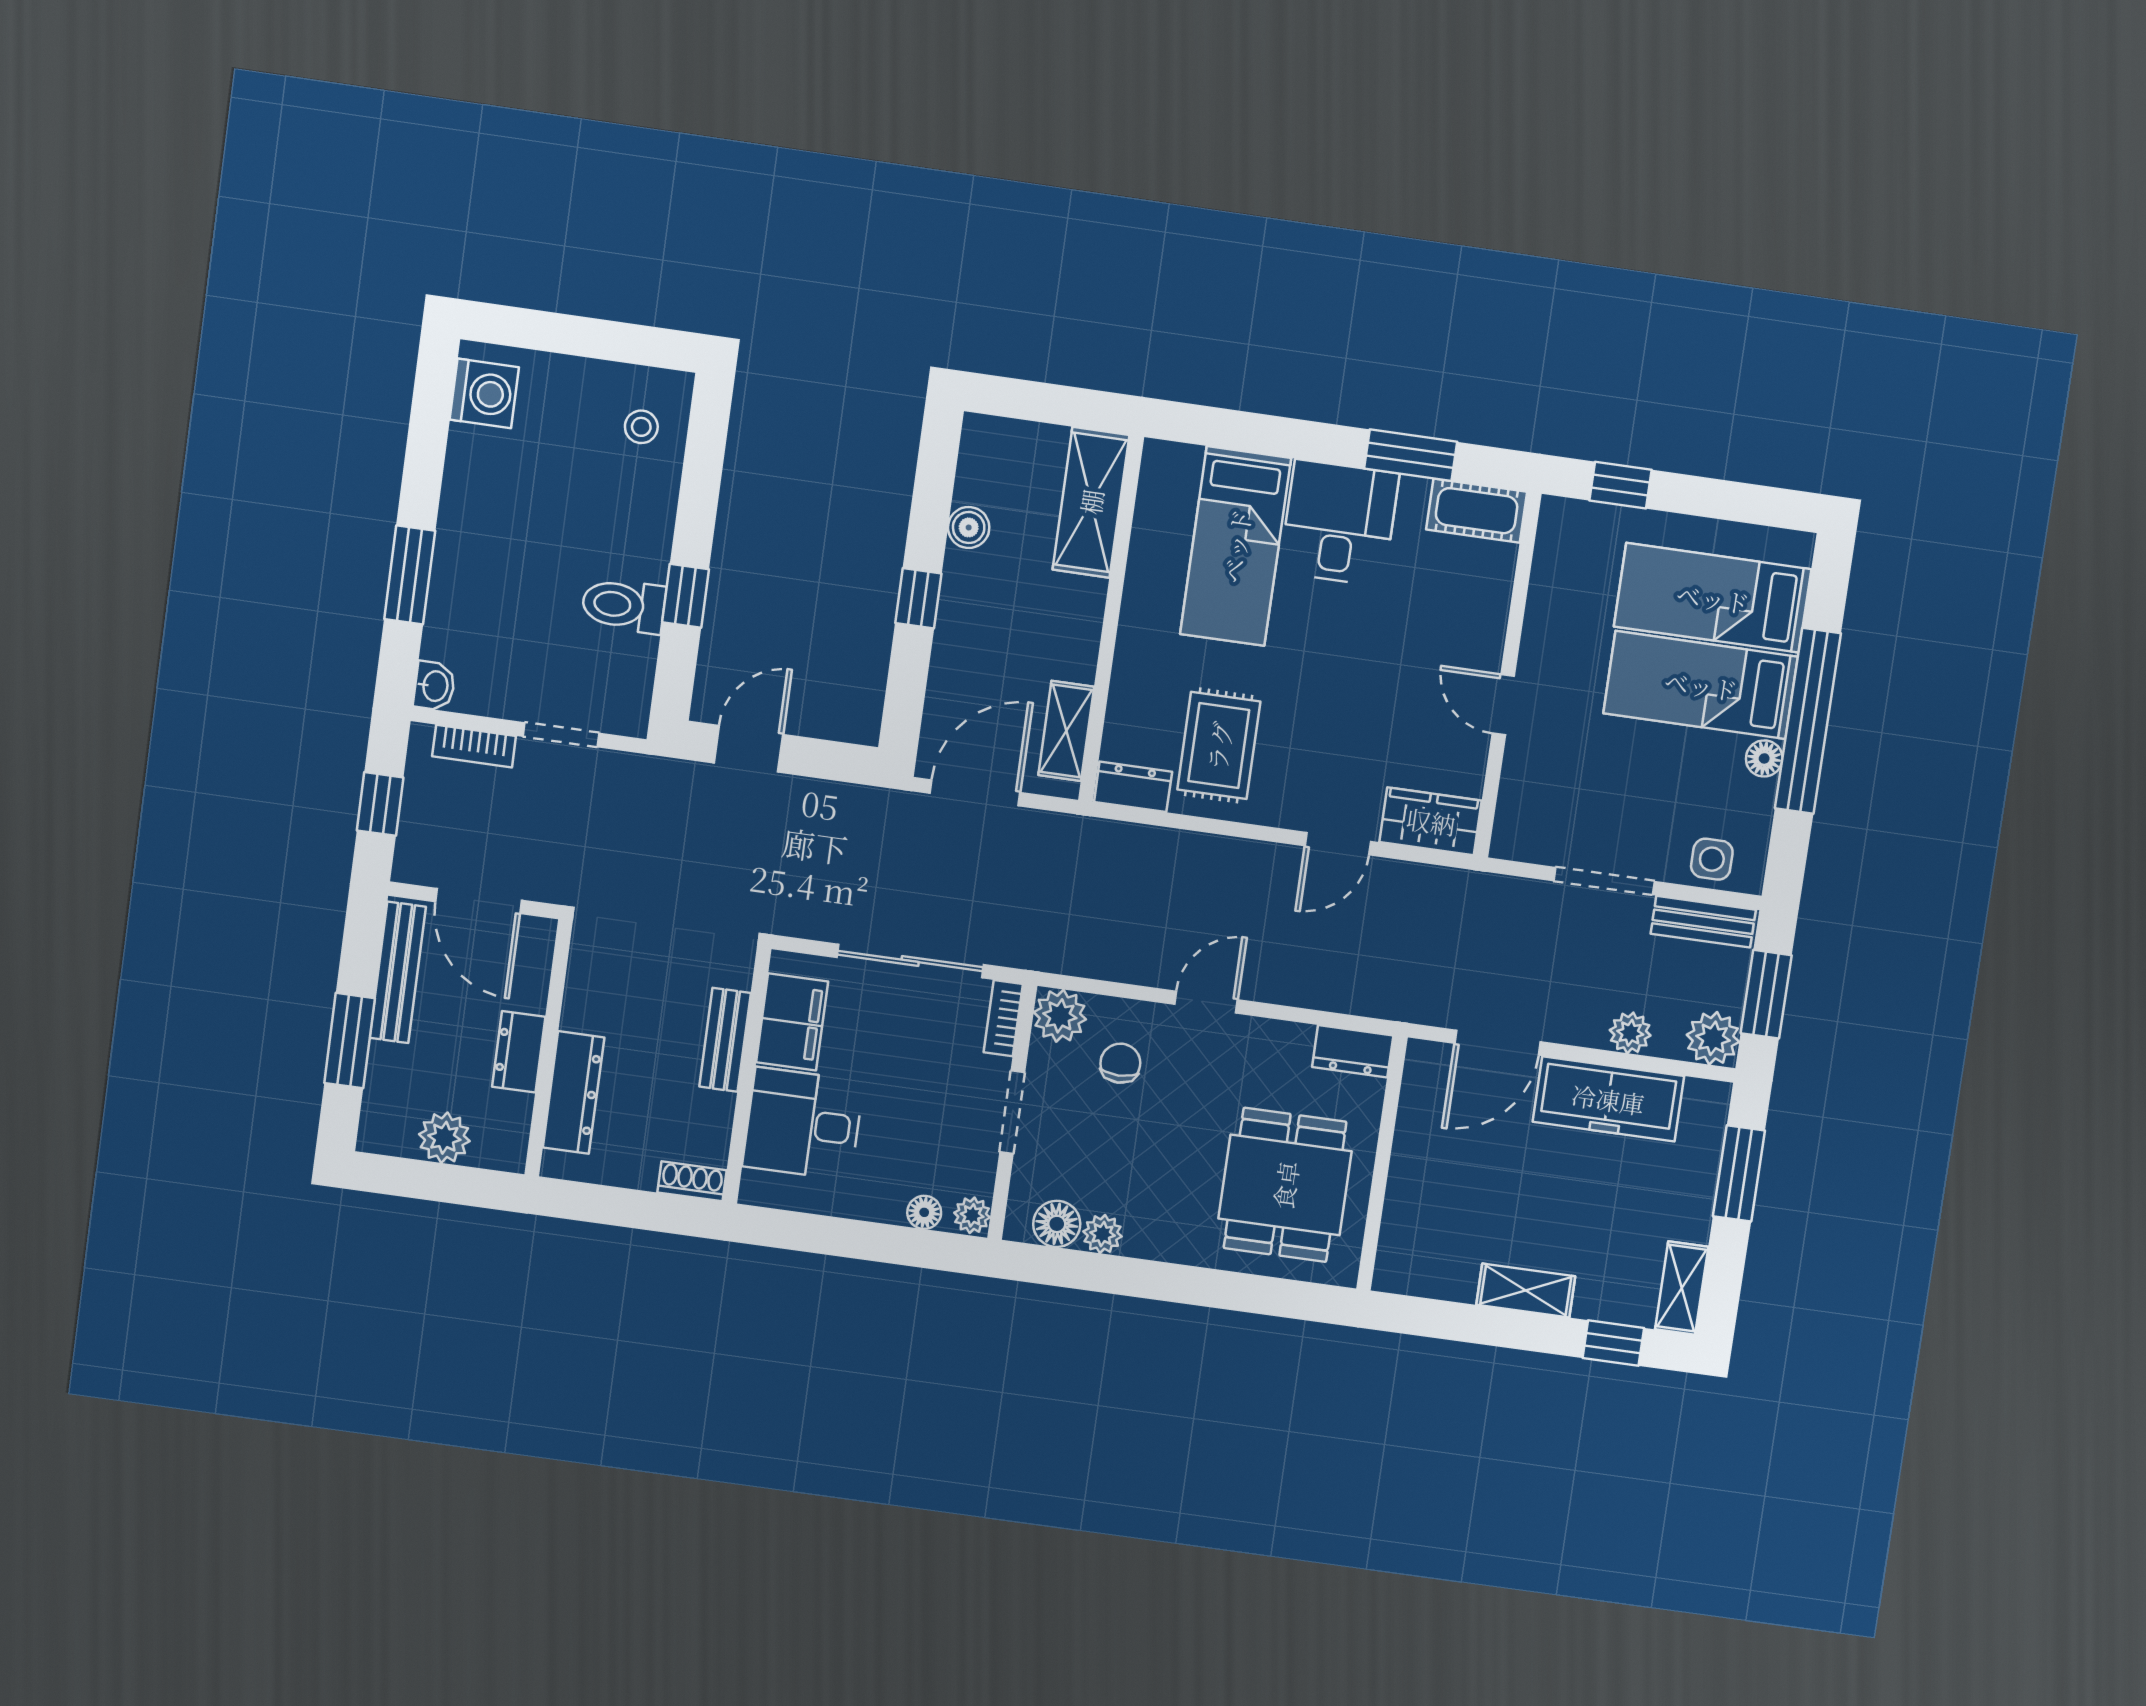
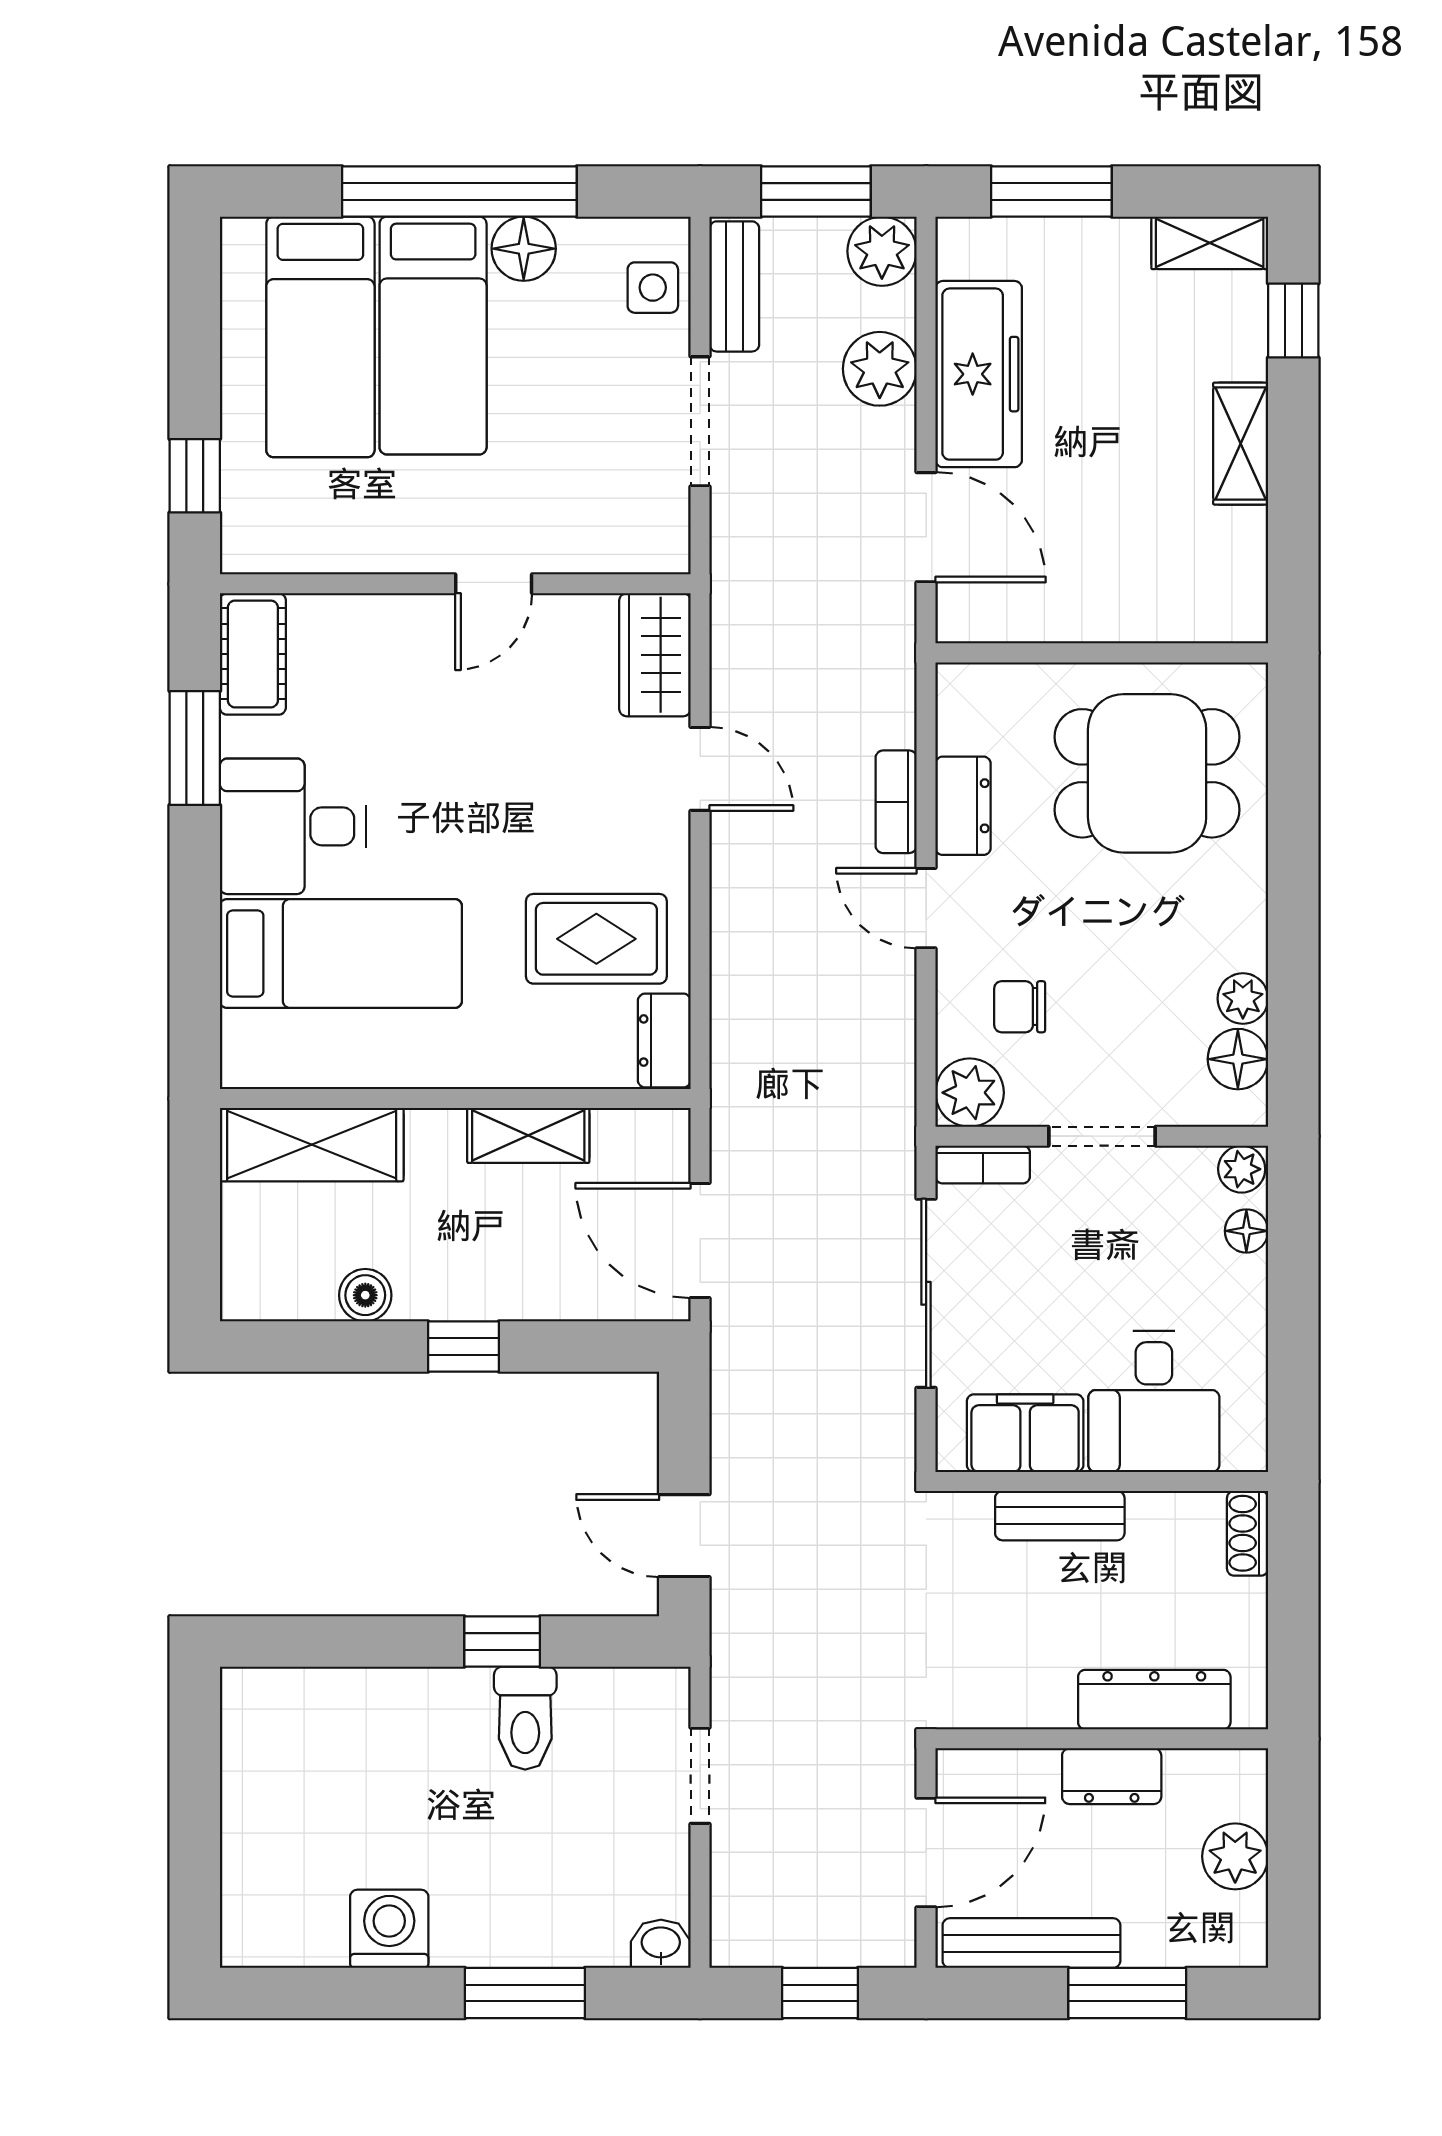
washing machine: (484, 393) -> (389, 1929), moved
stool: (641, 427) -> (297, 1726), removed
shelving: (1066, 731) -> (528, 1135), moved
bookcase: (474, 746) -> (896, 802), moved, turned 180
floor lamp: (1764, 758) -> (524, 249), width x1.37, depth x1.37
plant: (1630, 1033) -> (880, 369), width x1.38, depth x1.38
dresser: (1353, 1051) -> (963, 806), moved

